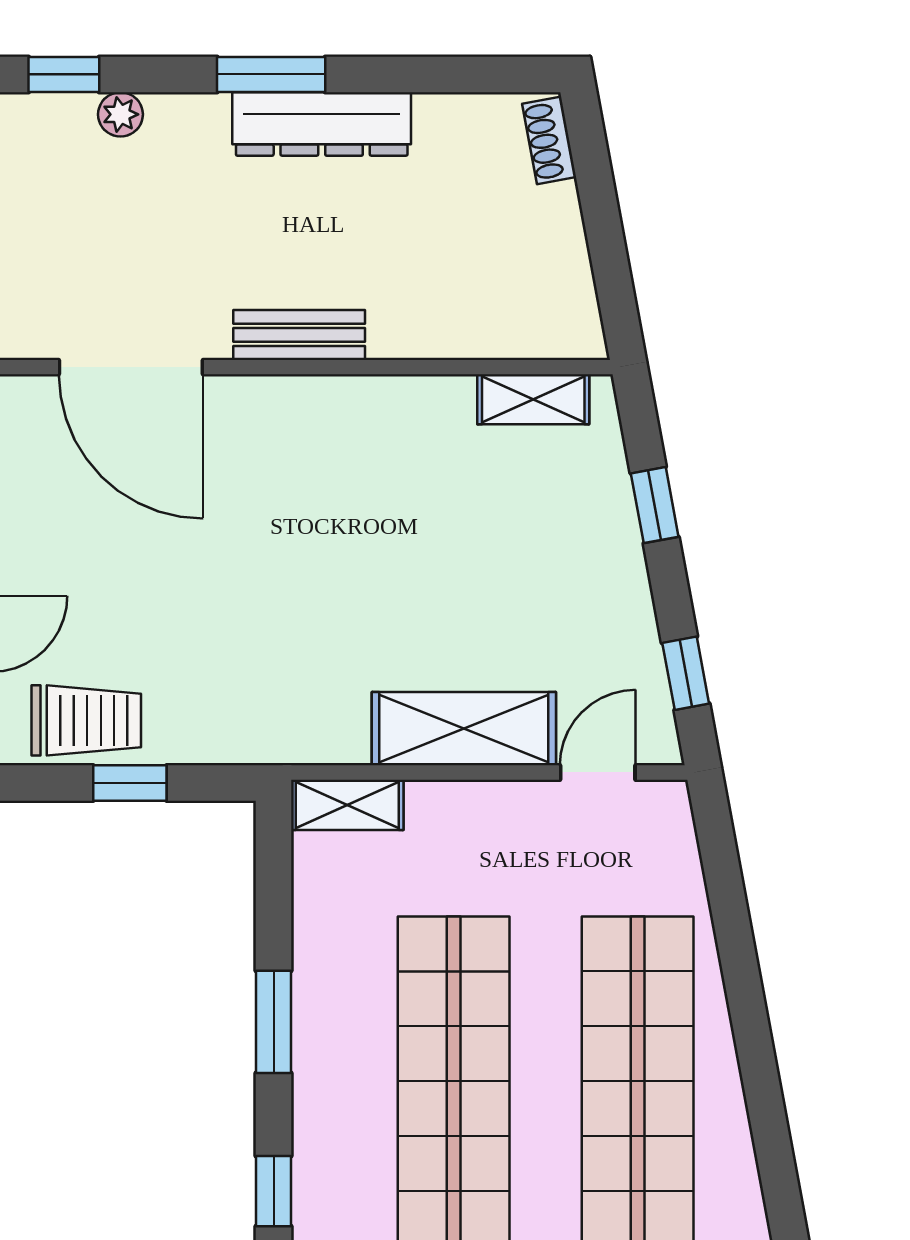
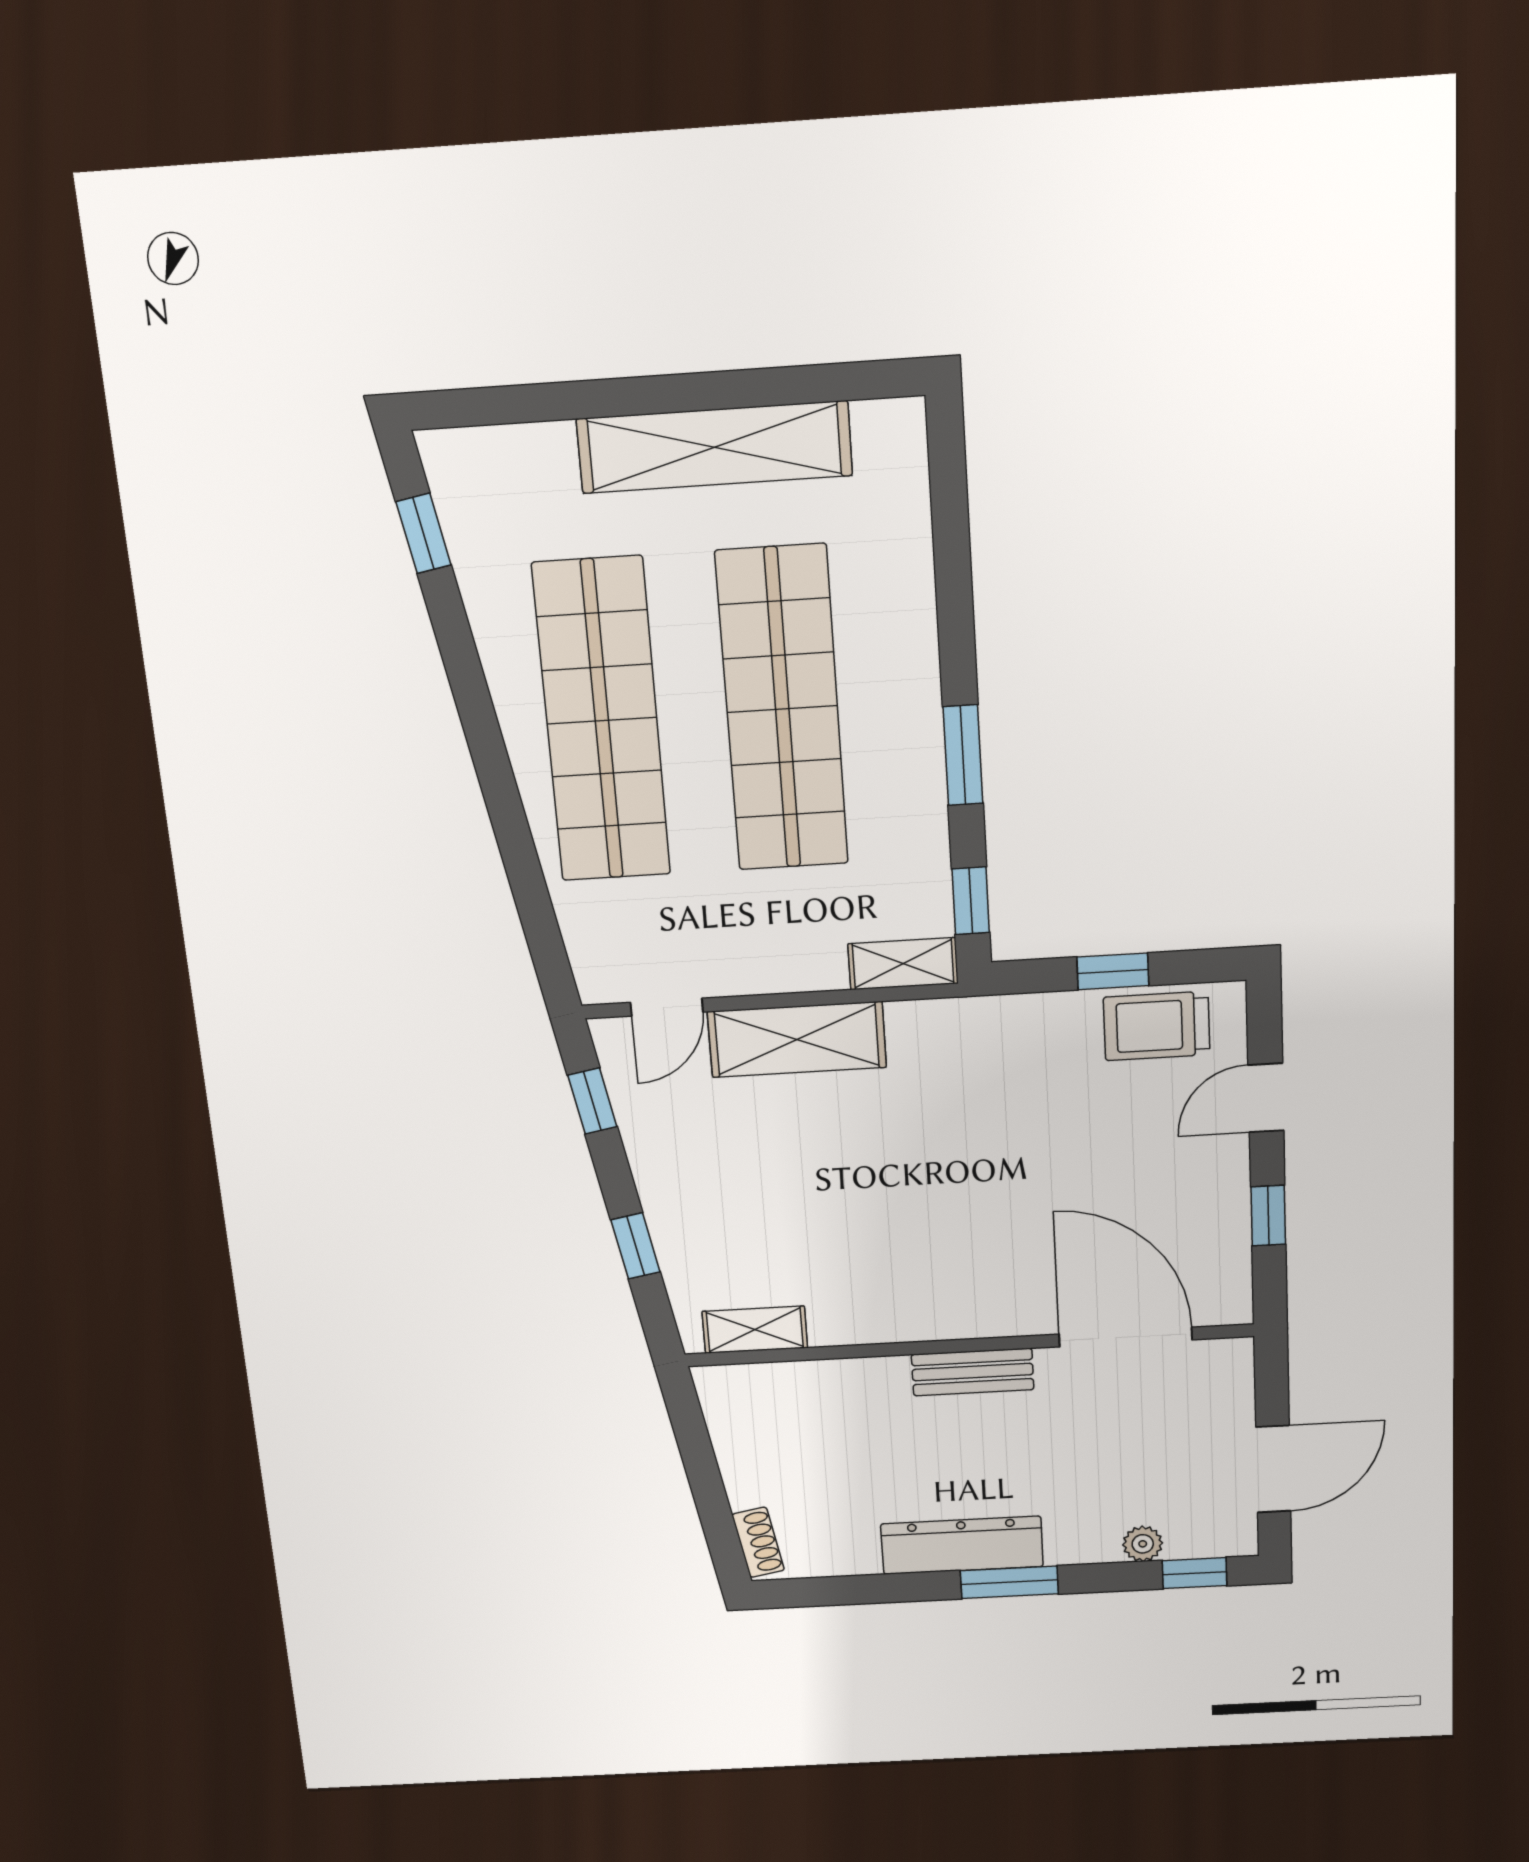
window: (274, 1191) -> (971, 901), moved

